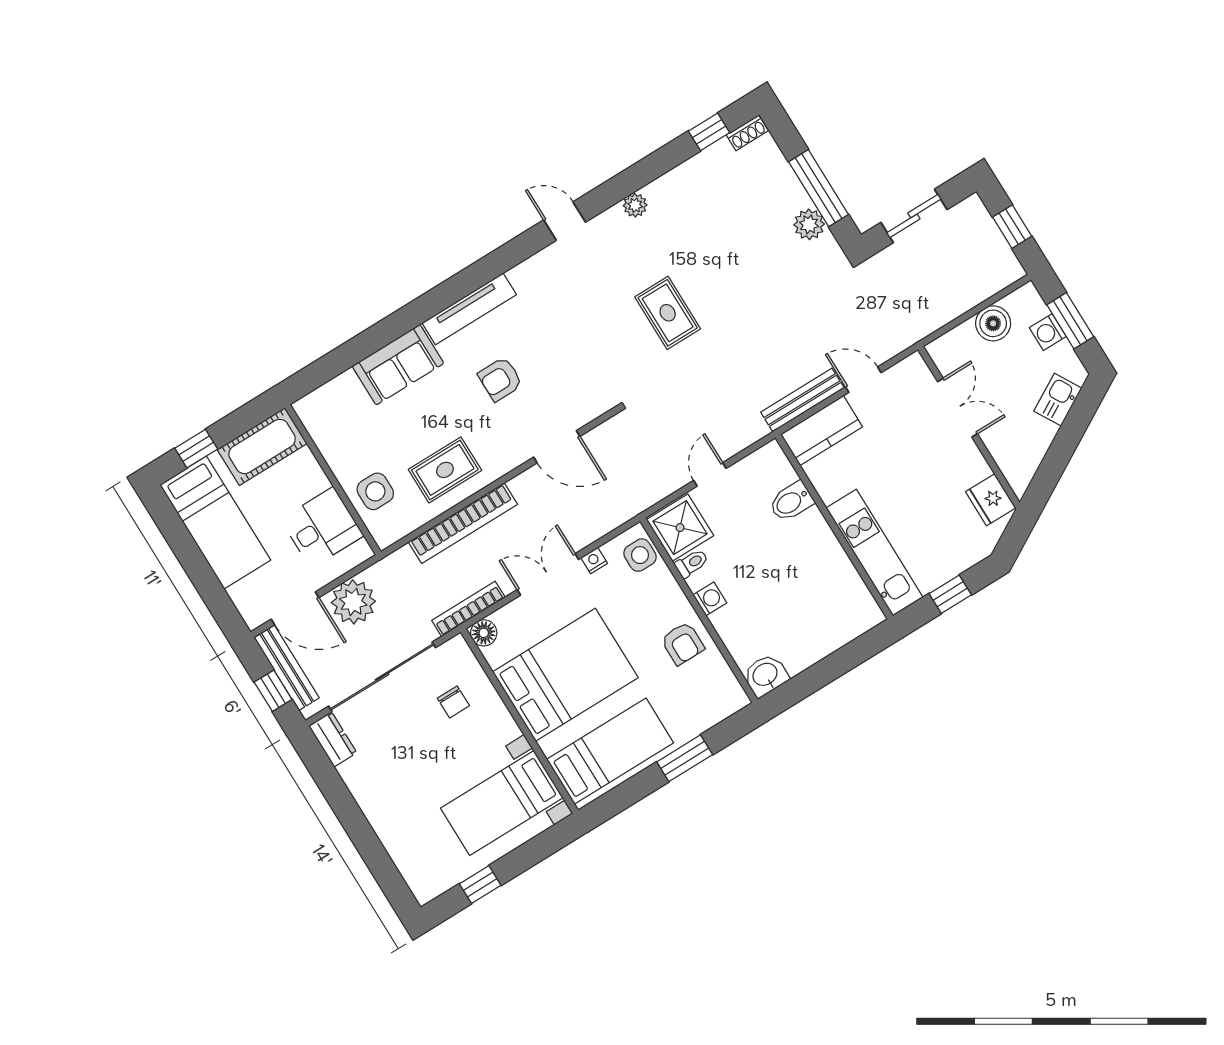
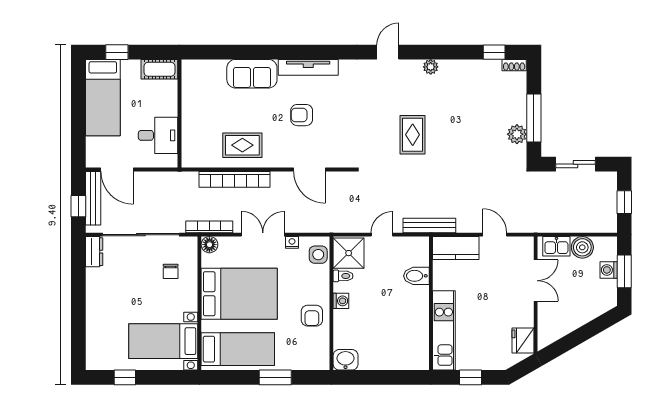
door: (565, 221) -> (388, 52), hinge flipped
bench: (802, 400) -> (429, 225), moved
kitchen sink: (1058, 400) -> (556, 246), moved, turned -150
cot: (262, 446) -> (159, 69), width x0.73, depth x0.75
side table: (375, 491) -> (198, 134), removed
plant: (353, 602) -> (150, 185), removed

